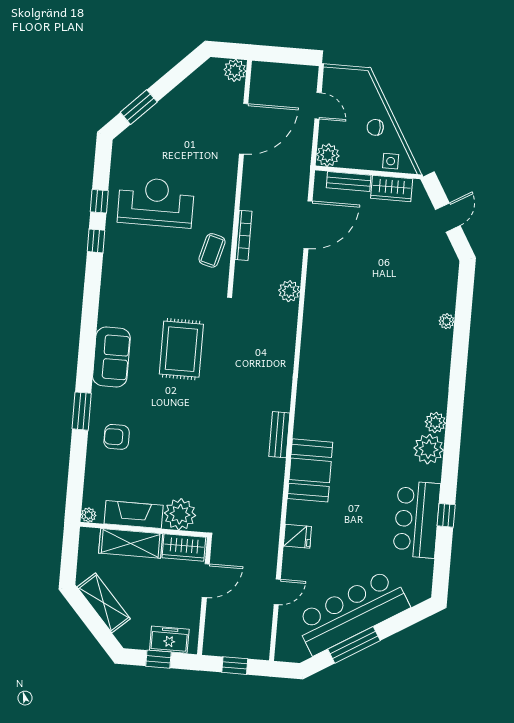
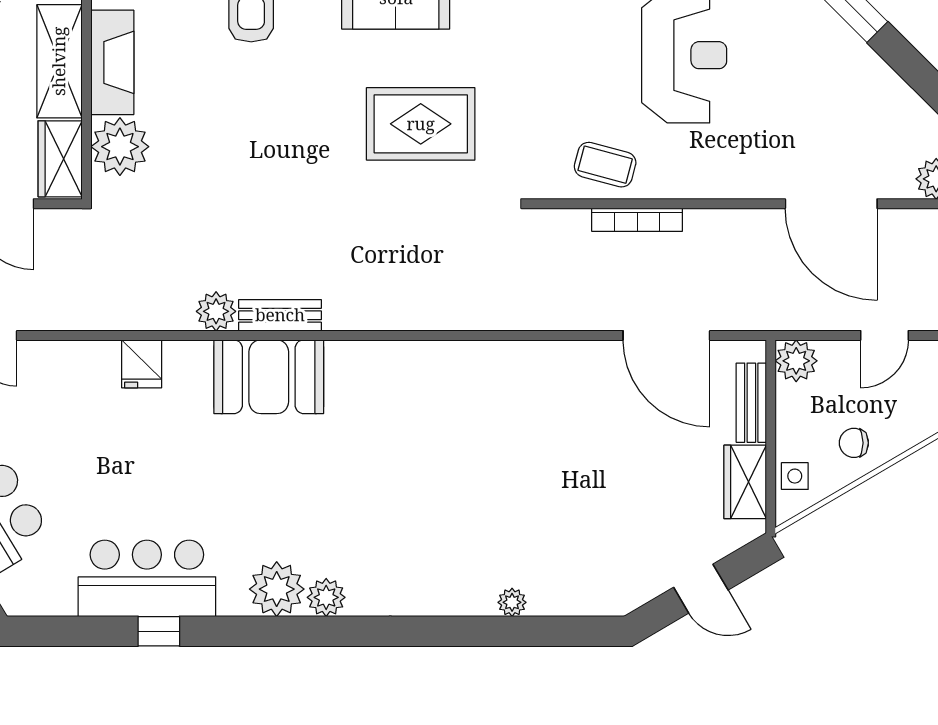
chair: (375, 127) -> (854, 443), turned -90
plant: (289, 291) -> (216, 311), moved
booth: (310, 470) -> (269, 377), moved
fridge: (297, 536) -> (142, 364), moved

